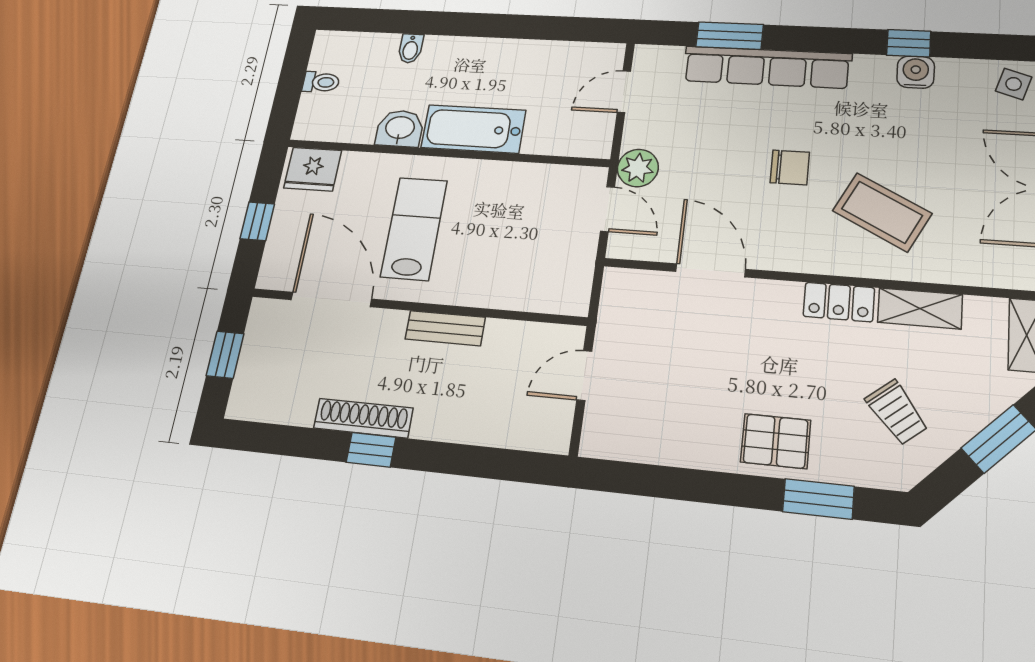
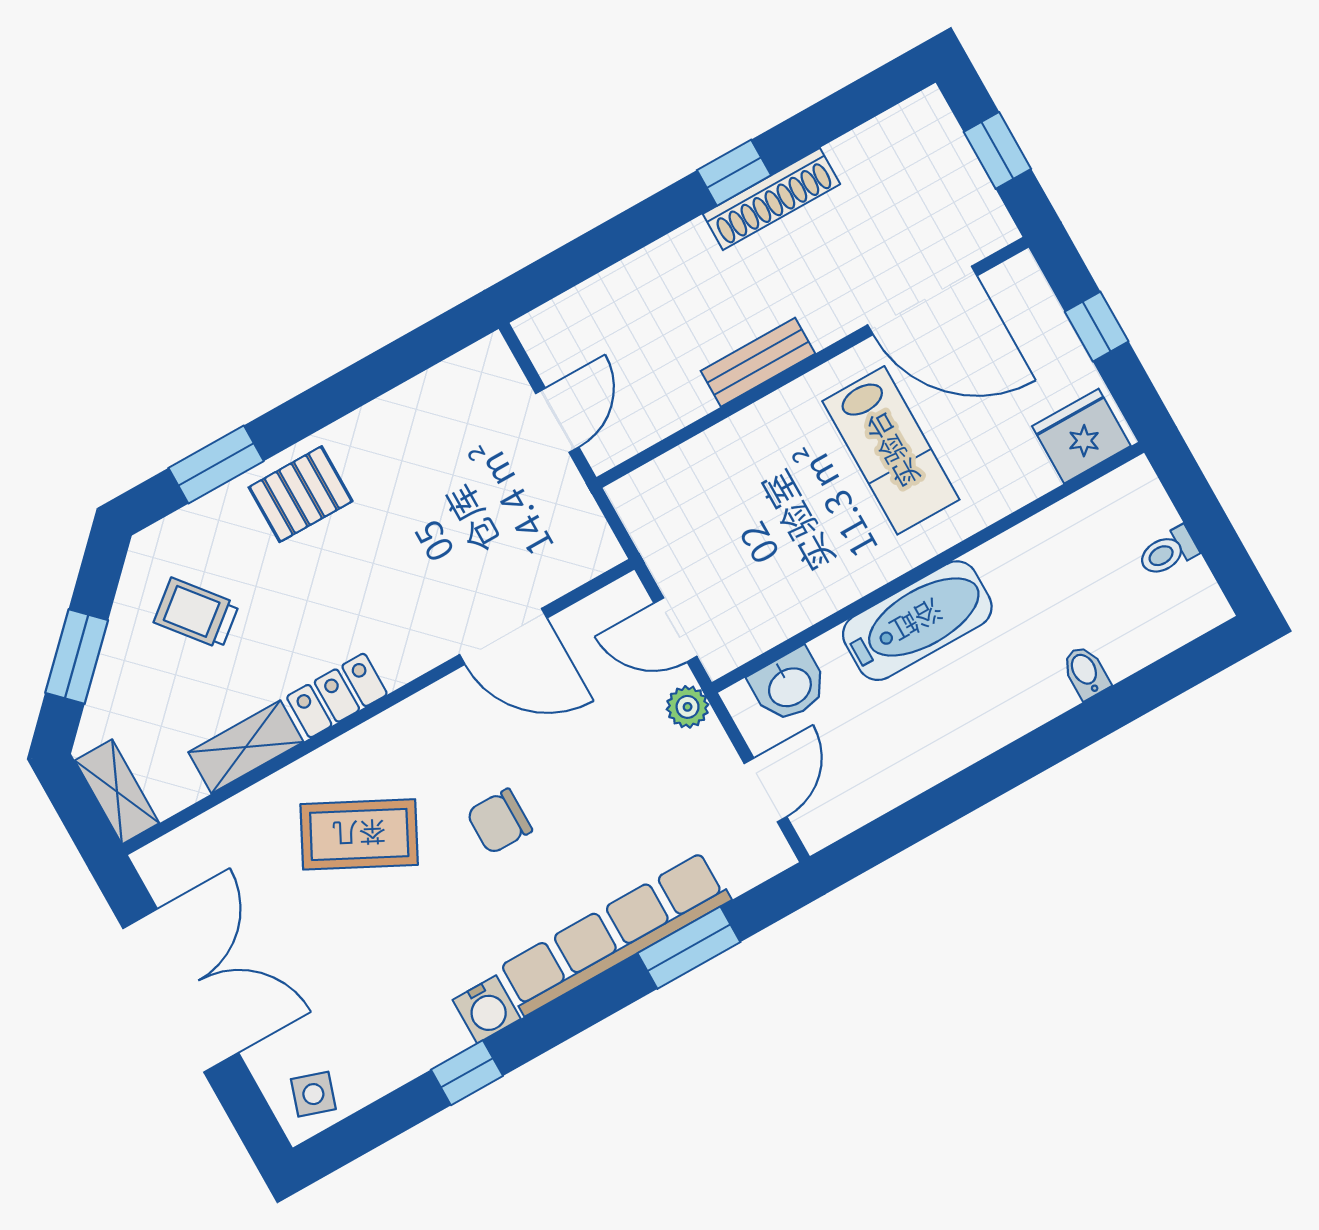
water cooler: (916, 72) -> (487, 1009), moved
washbasin: (400, 128) -> (789, 686), moved
plant: (638, 168) -> (688, 707), width x0.73, depth x0.73

